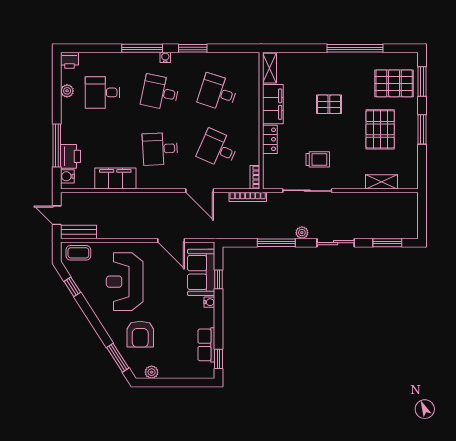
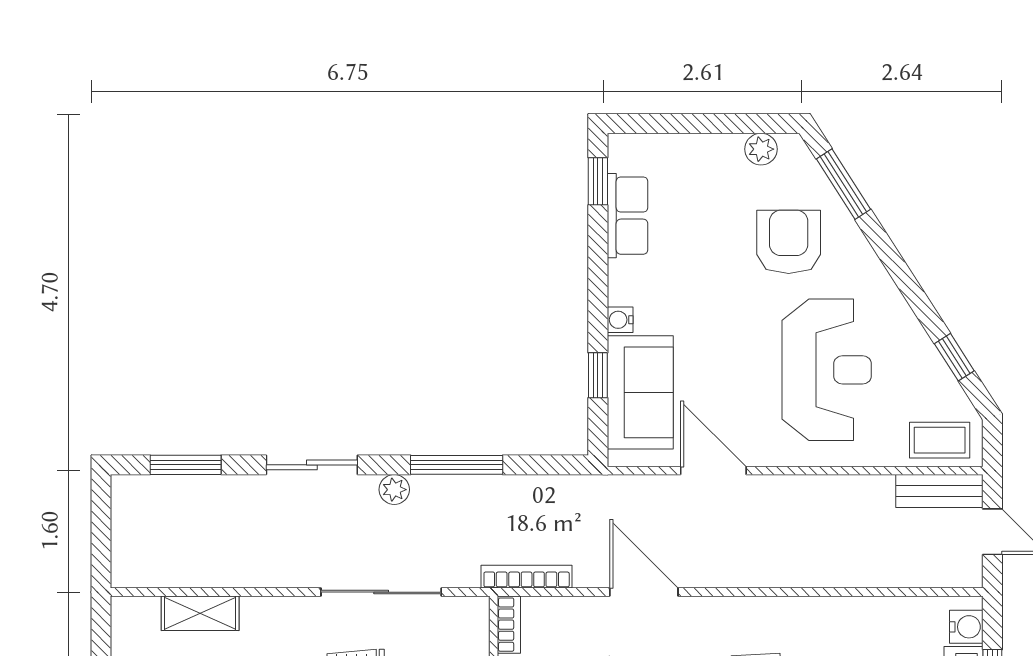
filing cabinet: (115, 178) -> (849, 622), removed

